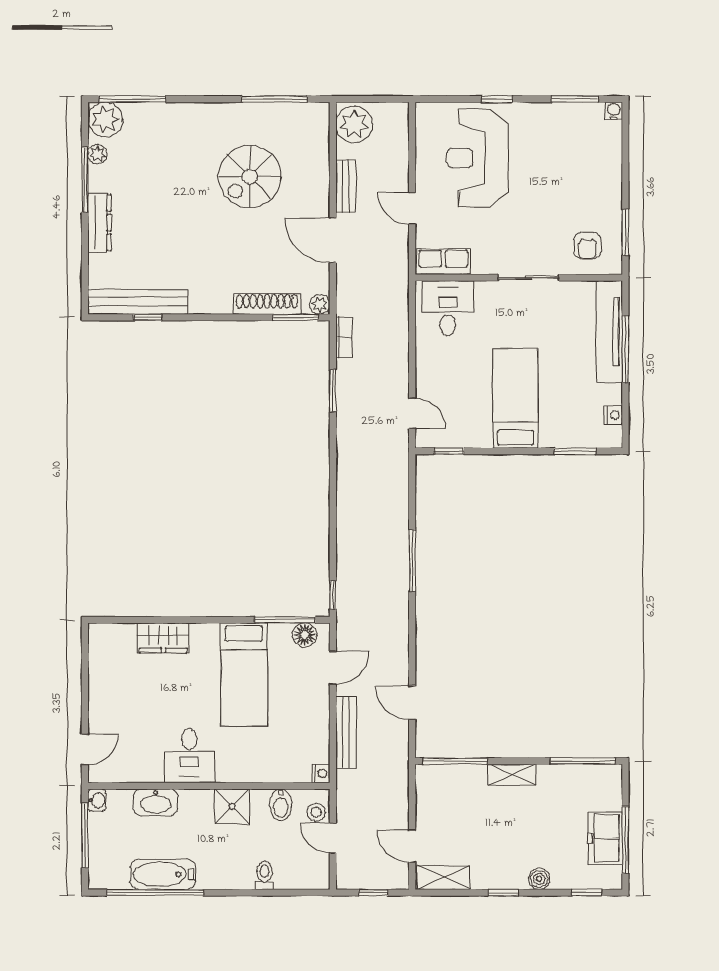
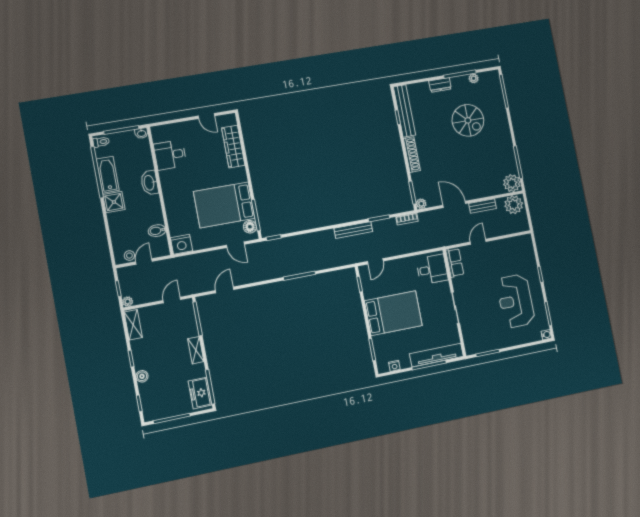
plant: (105, 119) -> (512, 183), moved
reception desk: (478, 158) -> (516, 301), moved, turned -90
spiral stairs: (250, 177) -> (468, 120), moved, turned 180
dresser: (99, 223) -> (440, 85), width x0.70
door: (333, 241) -> (454, 204), hinge flipped
armchair: (587, 246) -> (477, 335), removed
shoe rack: (267, 304) -> (412, 155), moved
bed: (515, 398) -> (393, 313), width x1.50
wardrobe: (163, 638) -> (233, 147), width x1.50
bed: (244, 675) -> (224, 205), width x1.50
bench: (346, 732) -> (353, 230), moved
door: (85, 750) -> (206, 116), moved
desk: (189, 756) -> (170, 155), moved
nightstand: (321, 774) -> (182, 244), width x1.89, depth x1.79
washbasin: (156, 802) -> (149, 183), moved
shower: (232, 806) -> (114, 202), moved
stool: (316, 812) -> (129, 256), moved
freezer: (605, 838) -> (200, 393), moved, turned -90
door: (412, 846) -> (172, 300), moved
toilet: (265, 875) -> (101, 142), moved
plant: (400, 880) -> (128, 302), added

